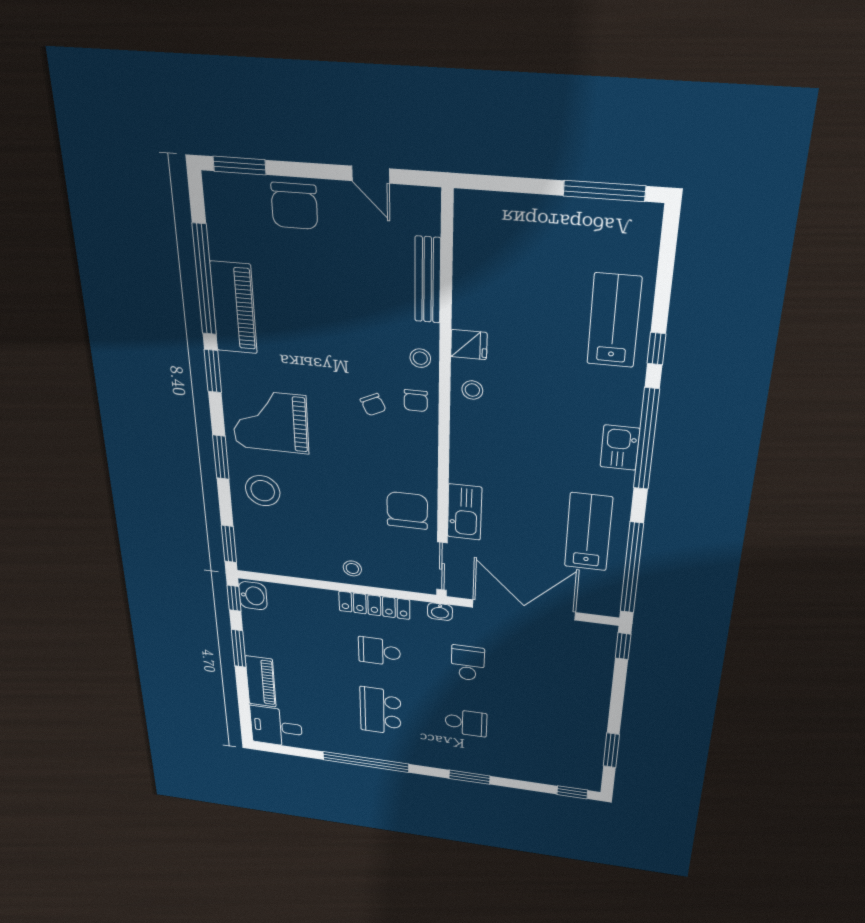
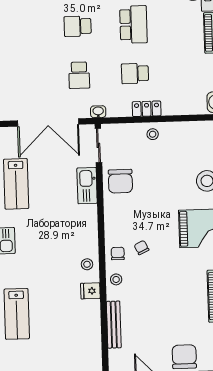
locker: (374, 605) -> (147, 109), width x0.66
school desk: (379, 651) -> (135, 73), turned 180

